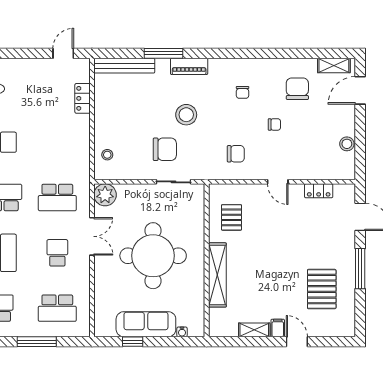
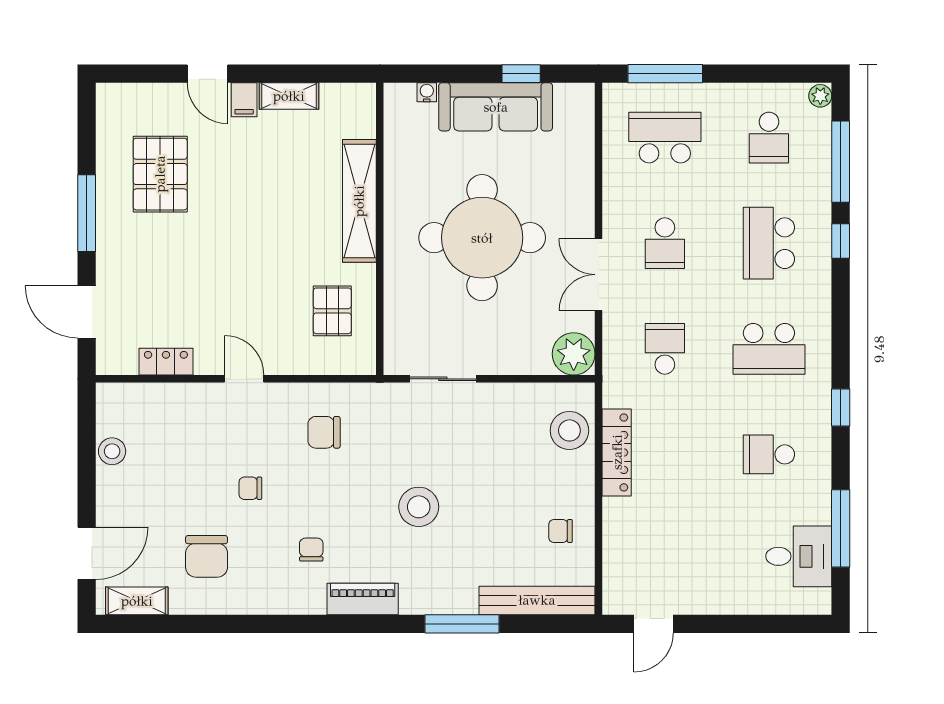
piano: (189, 66) -> (363, 599), moved
locker: (83, 98) -> (617, 452), moved, width x1.53
chair: (165, 149) -> (560, 531), moved, width x0.54, depth x0.54
stool: (107, 155) -> (569, 430), width x1.89, depth x1.89
school desk: (57, 198) -> (665, 349), width x0.54
window: (37, 342) -> (665, 74), moved

